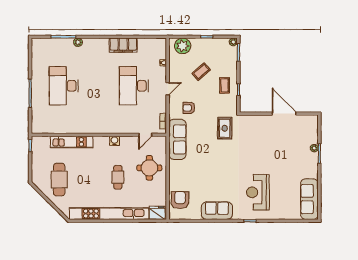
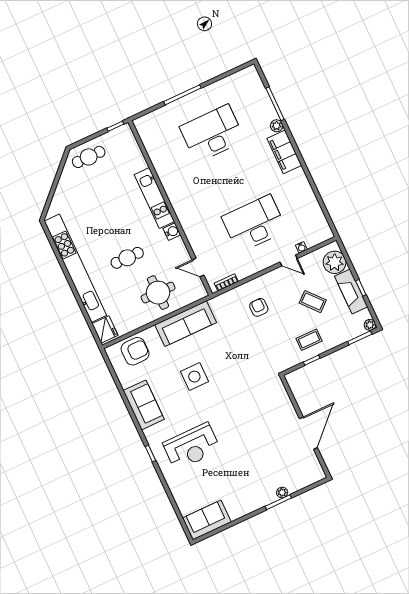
fireplace: (206, 44) -> (351, 292), added
filing cabinet: (123, 45) -> (284, 152), moved
door: (168, 89) -> (289, 260), moved
rug: (225, 128) -> (254, 366), removed
sofa: (177, 139) -> (186, 324), moved
kitchen unit: (72, 142) -> (154, 198), moved
side table: (214, 170) -> (194, 377), added
cafe table: (59, 180) -> (89, 157), moved, width x0.73, depth x0.74
reception desk: (258, 192) -> (192, 447), turned 180
sofa: (309, 199) -> (207, 520), width x0.73

